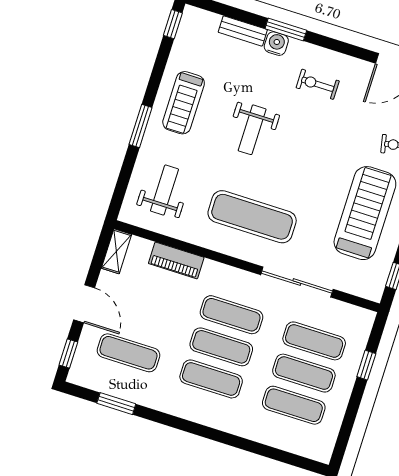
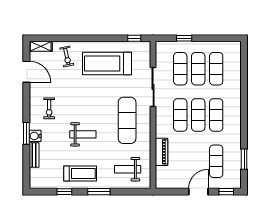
window: (173, 24) -> (64, 192), moved
shelving: (116, 251) -> (167, 184), removed

